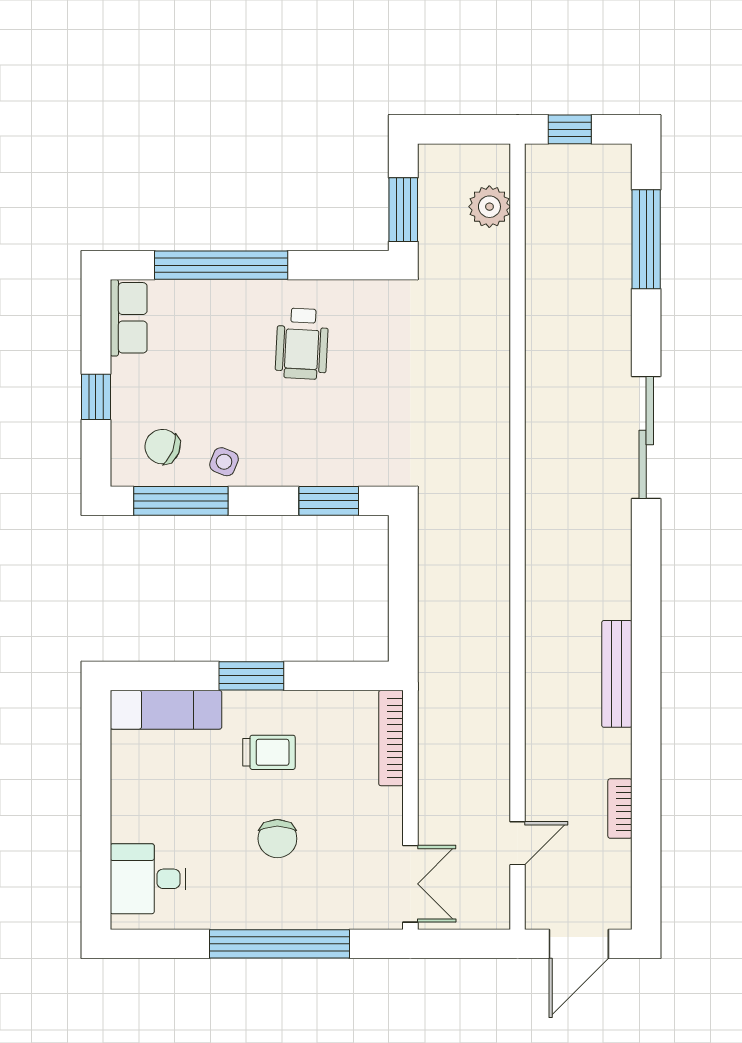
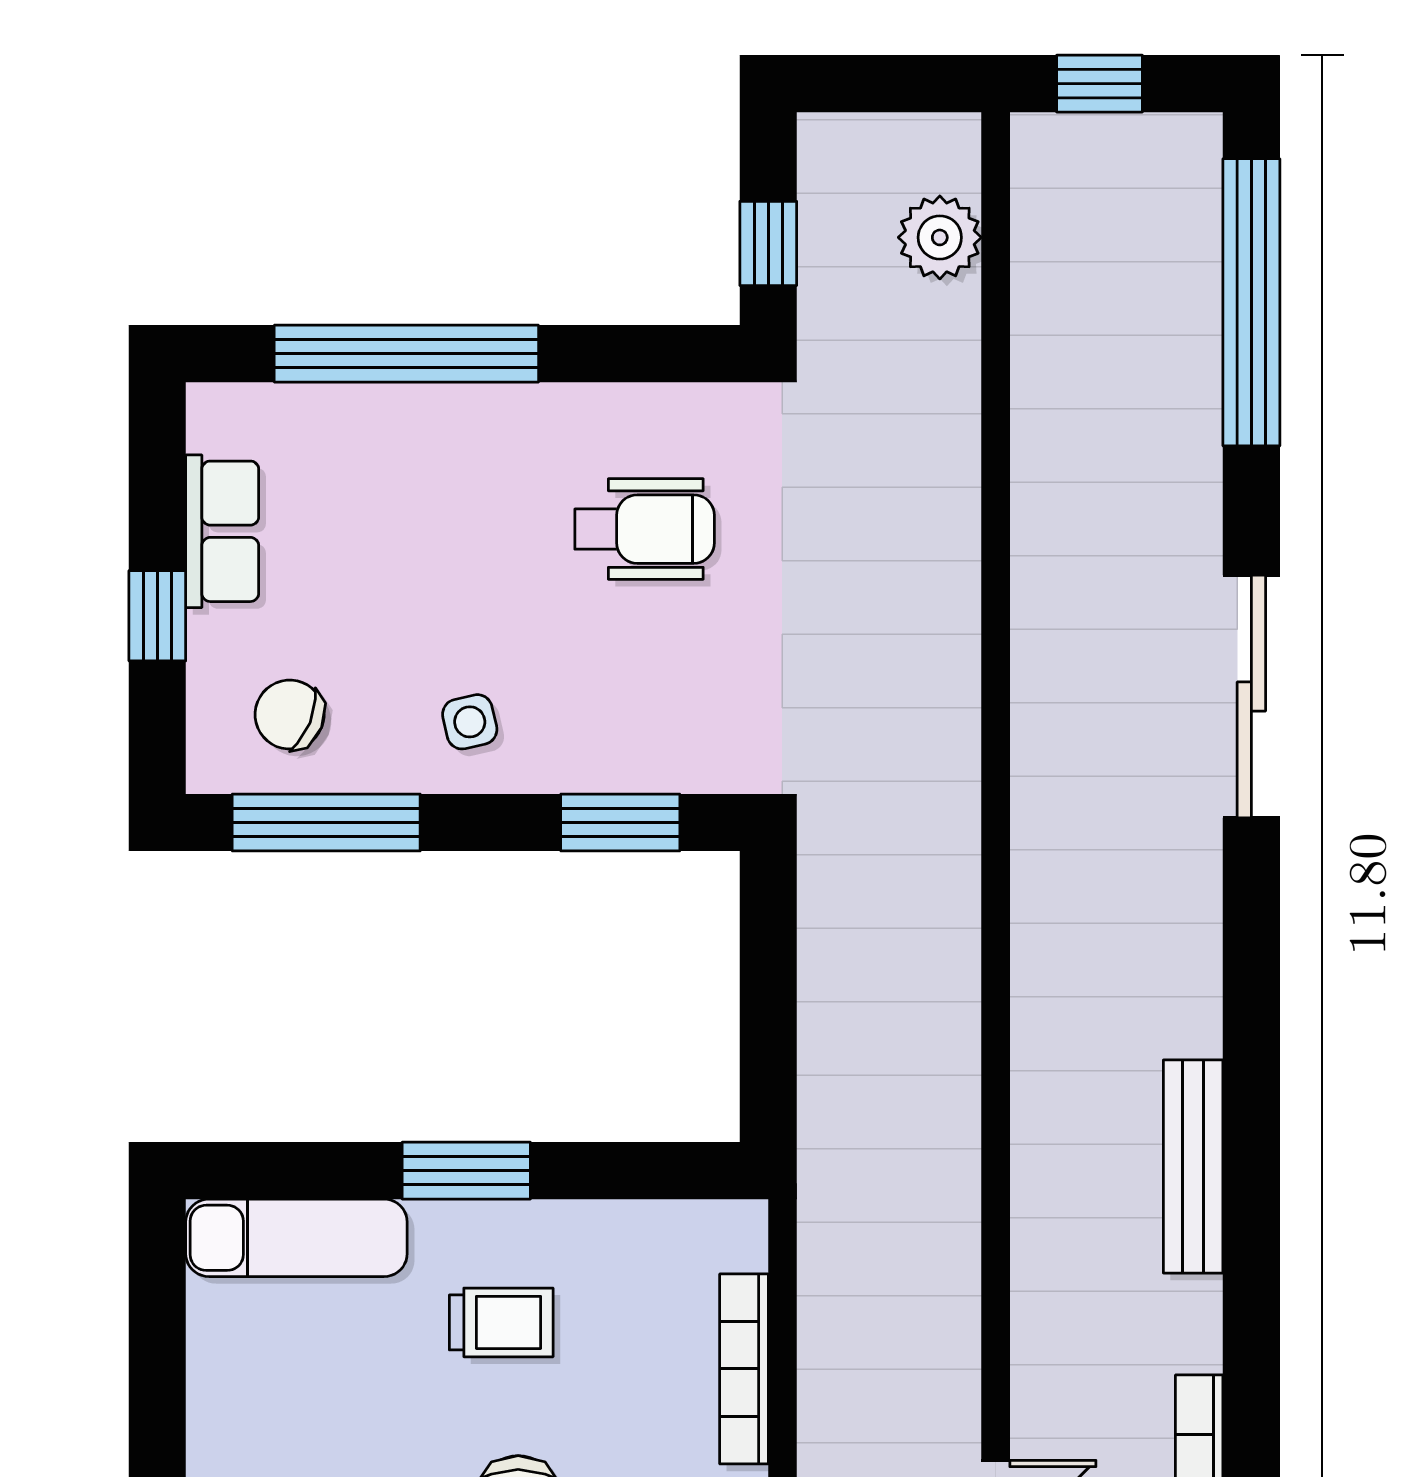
window: (403, 210) -> (768, 243), width x0.67
window: (646, 239) -> (1251, 302), width x1.46
row of seats: (129, 318) -> (222, 531), moved
wheelchair: (302, 344) -> (645, 529), moved, turned -93
side table: (224, 462) -> (470, 722), moved, turned -35
bookcase: (391, 738) -> (744, 1369), moved

